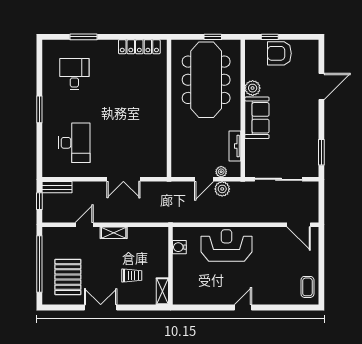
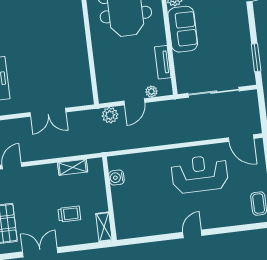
plant: (222, 189) -> (110, 115), moved
shelving: (114, 233) -> (73, 167), moved
reception desk: (227, 246) -> (200, 174), moved

